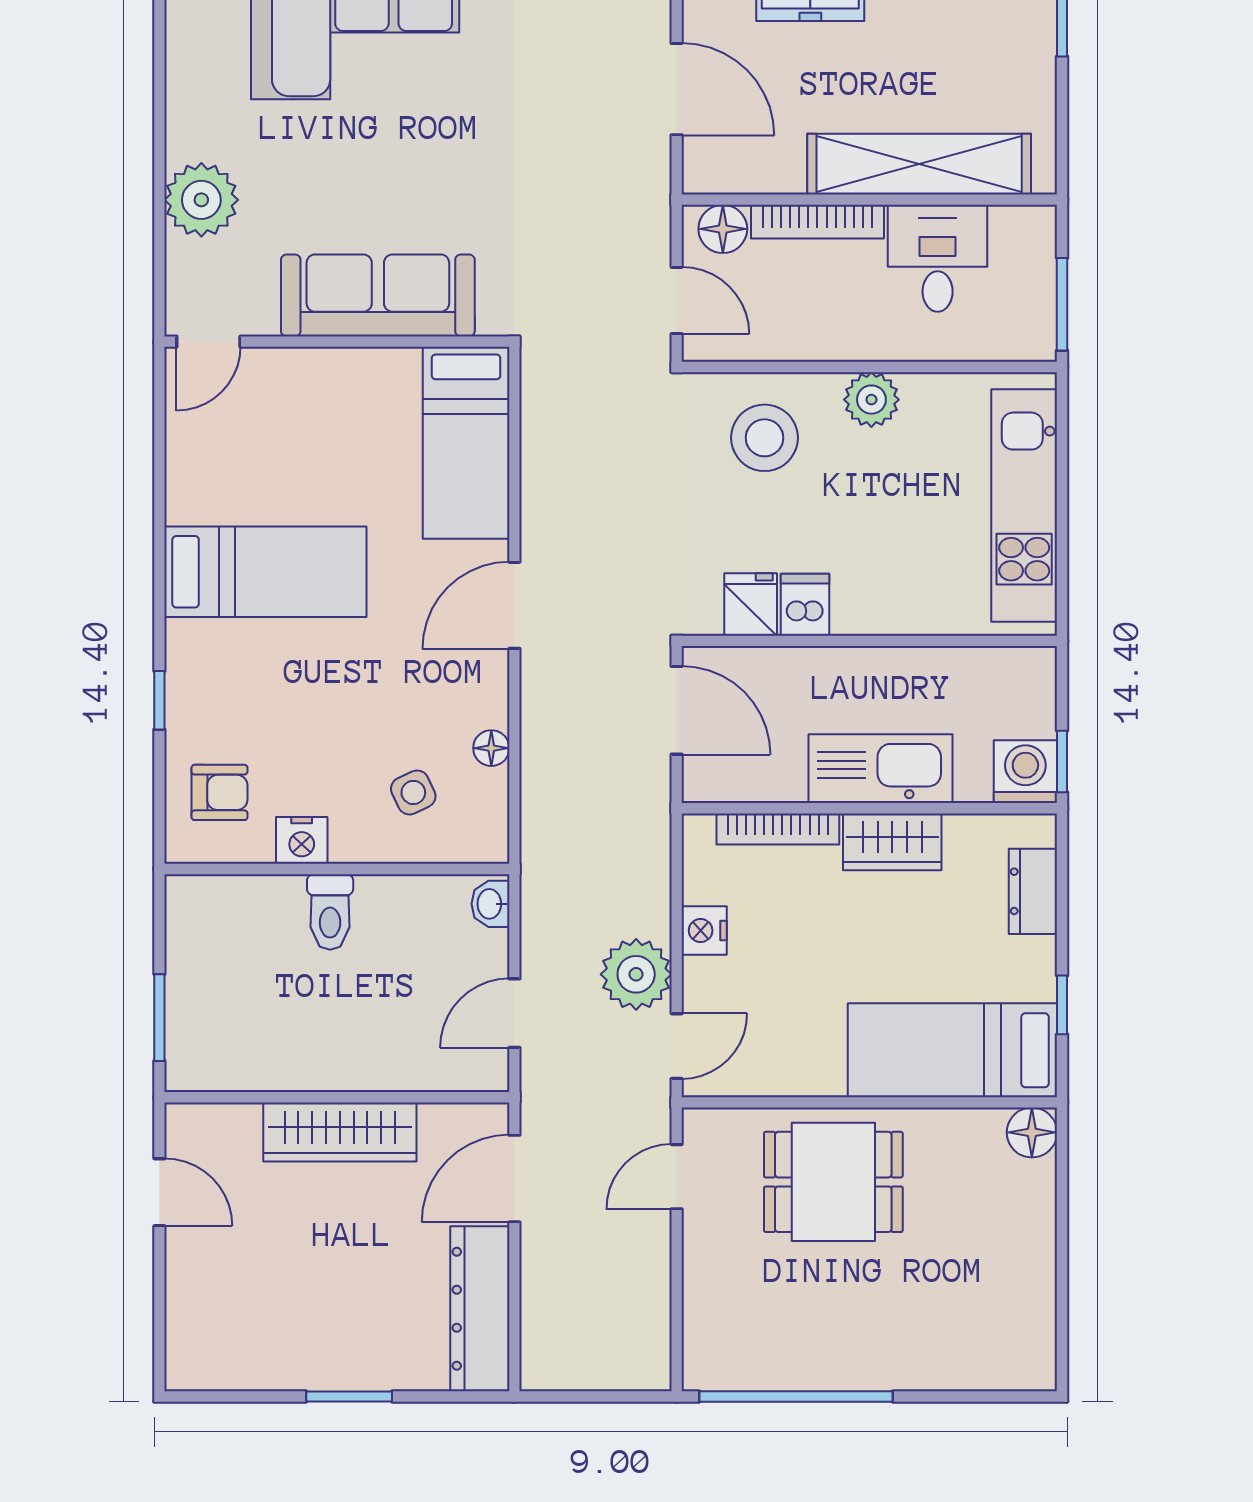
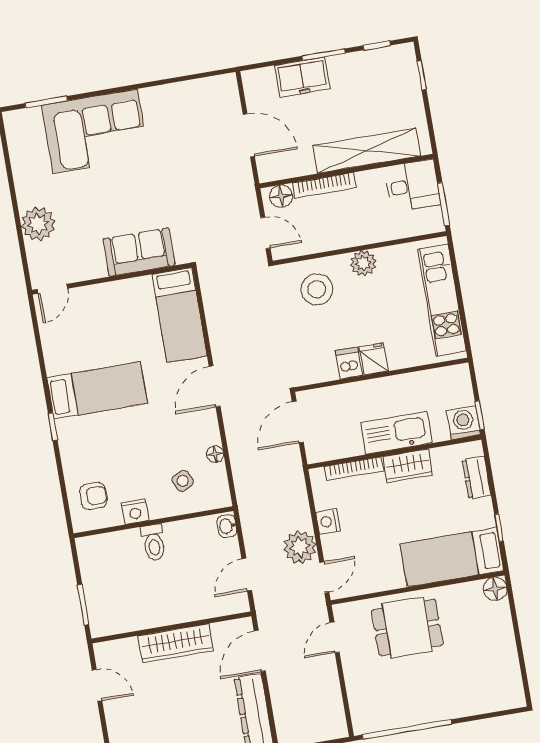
desk: (938, 258) -> (413, 186), moved, turned 90
sofa: (378, 295) -> (139, 252), width x0.73
fridge: (751, 605) -> (374, 359), moved
window: (159, 700) -> (53, 427), moved
door: (677, 710) -> (298, 422), swing flipped

